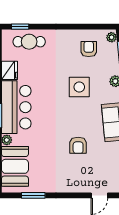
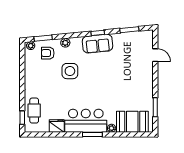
armchair: (89, 49) -> (48, 53), moved
armchair: (78, 145) -> (116, 72), removed

